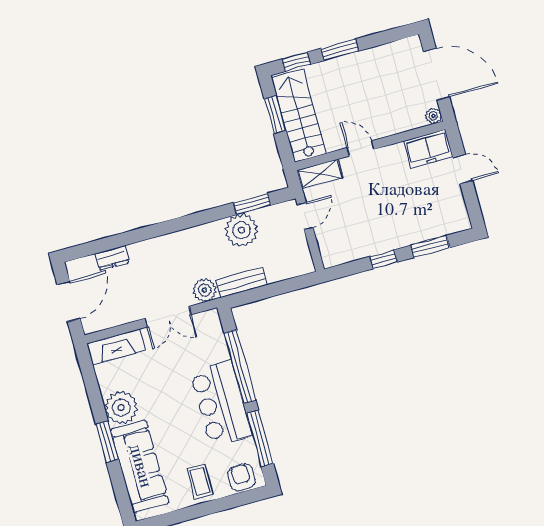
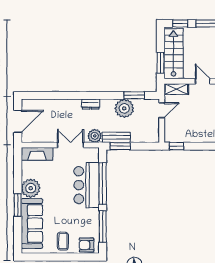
window: (275, 114) -> (160, 63), moved
dresser: (112, 258) -> (91, 104), moved
window: (384, 259) -> (177, 146), moved
window: (252, 296) -> (120, 146), added
double door: (168, 317) -> (70, 145), swing flipped
bar counter: (221, 403) -> (87, 185), moved
armchair: (241, 477) -> (86, 245), turned -90

